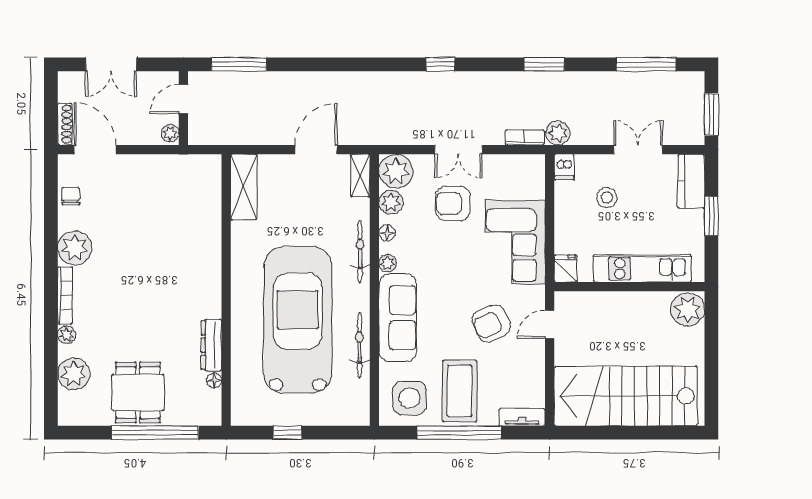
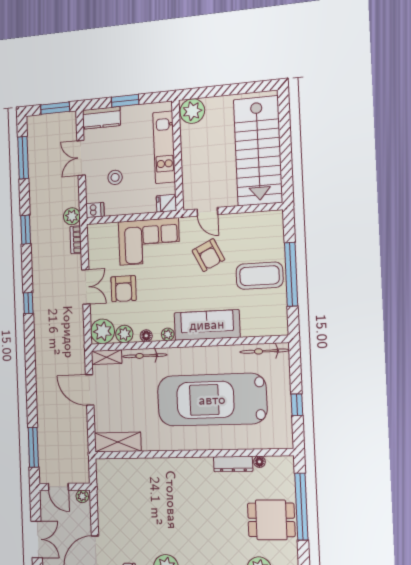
bicycle: (360, 252) -> (145, 356), moved
bicycle: (360, 345) -> (264, 351), moved
side table: (409, 398) -> (266, 313), removed
tv unit: (522, 417) -> (277, 227), removed

